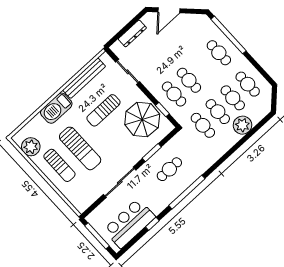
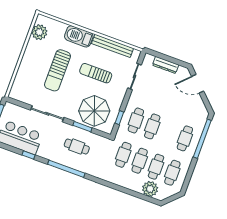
parasol: (142, 119) -> (94, 111), moved
plant: (242, 125) -> (150, 189), moved
sun lounger: (59, 165) -> (36, 61), removed

